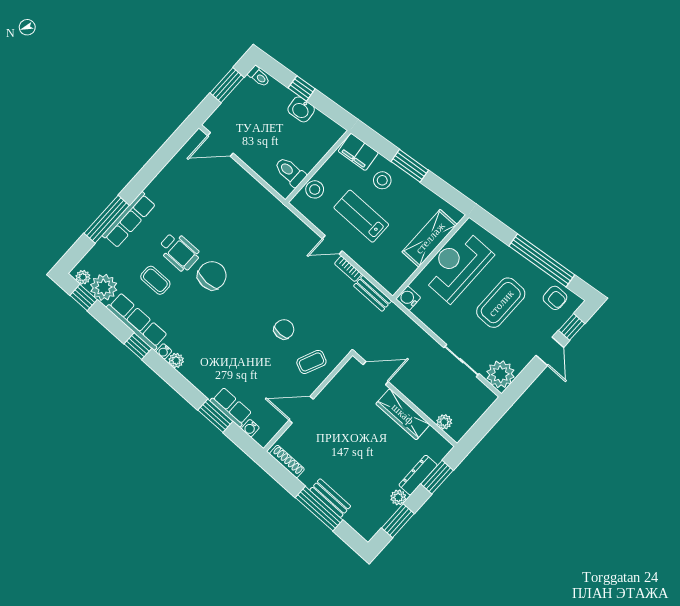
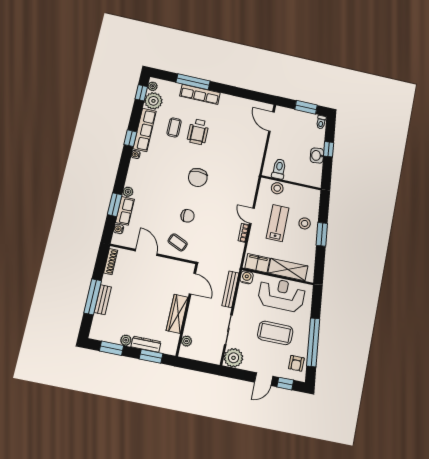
filing cabinet: (358, 152) -> (257, 263), moved, turned 96
chair: (212, 276) -> (198, 177), moved, turned 90
bench: (373, 293) -> (230, 289), moved, width x1.36
plant: (176, 360) -> (128, 192), moved

